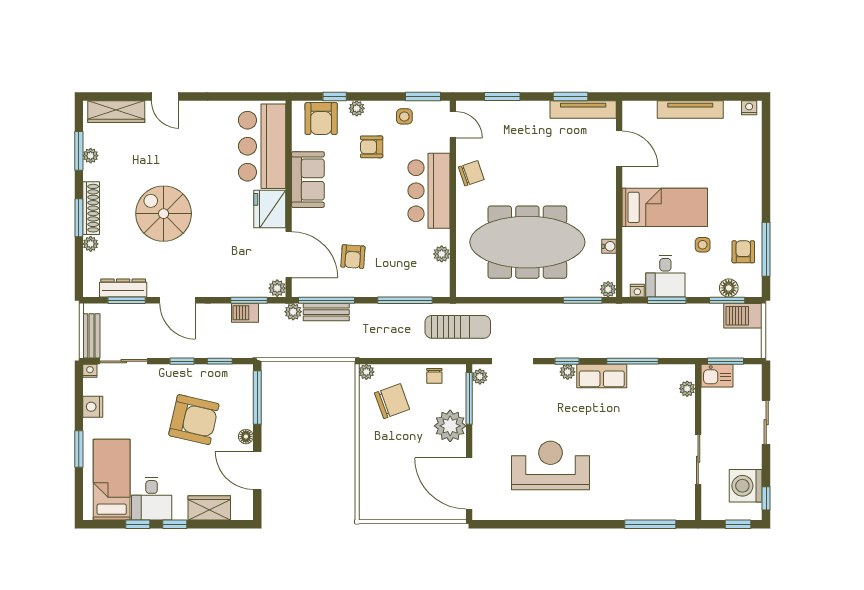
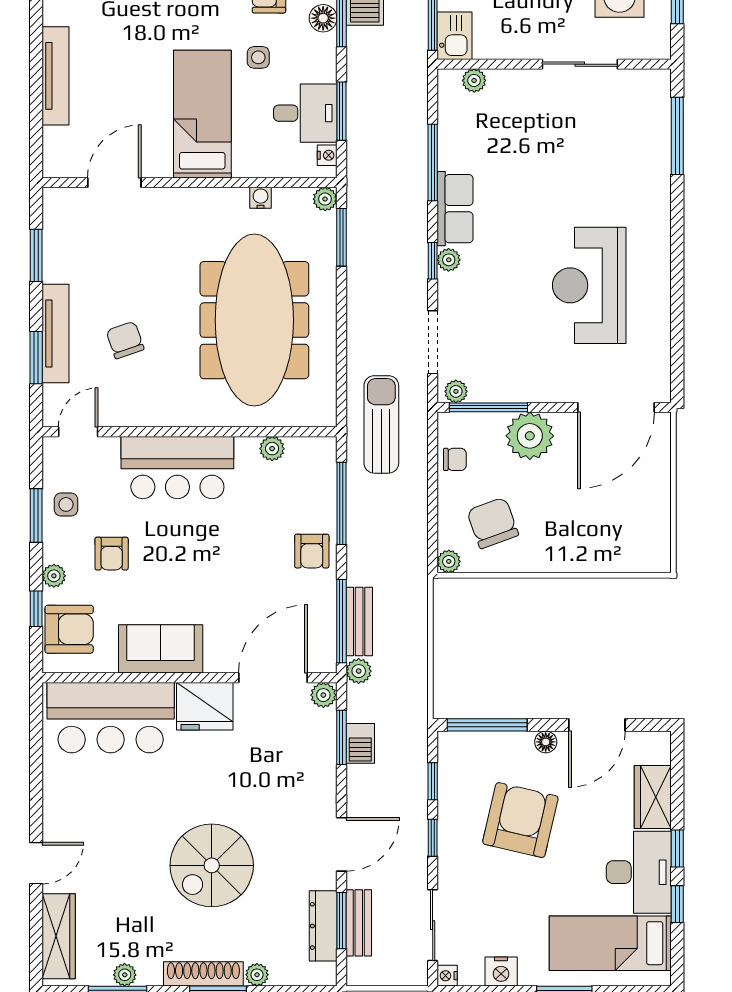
window: (423, 97) -> (36, 515), moved
tv unit: (583, 110) -> (56, 333), moved
chair: (471, 173) -> (125, 340), moved
armchair: (353, 257) -> (312, 551), moved, turned 86
bench: (91, 336) -> (359, 923), moved, turned 90
desk: (152, 499) -> (639, 872), width x1.37

